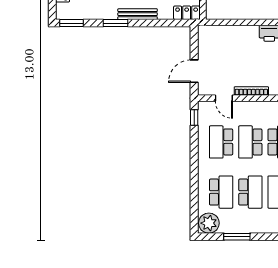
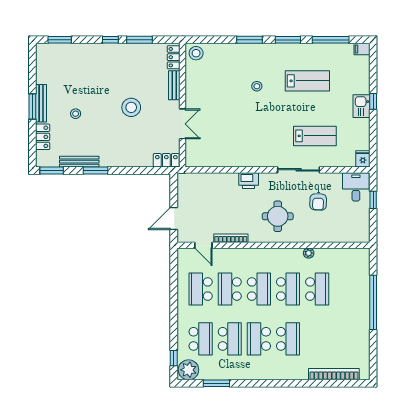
bench: (138, 14) -> (79, 162), moved
window: (194, 117) -> (174, 358), moved

